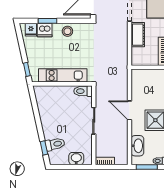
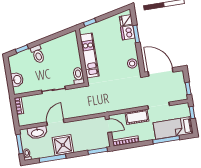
stool: (67, 31) -> (132, 63), moved
door: (143, 67) -> (109, 126), added
door: (129, 110) -> (55, 122), moved
toilet: (55, 144) -> (38, 54), moved

